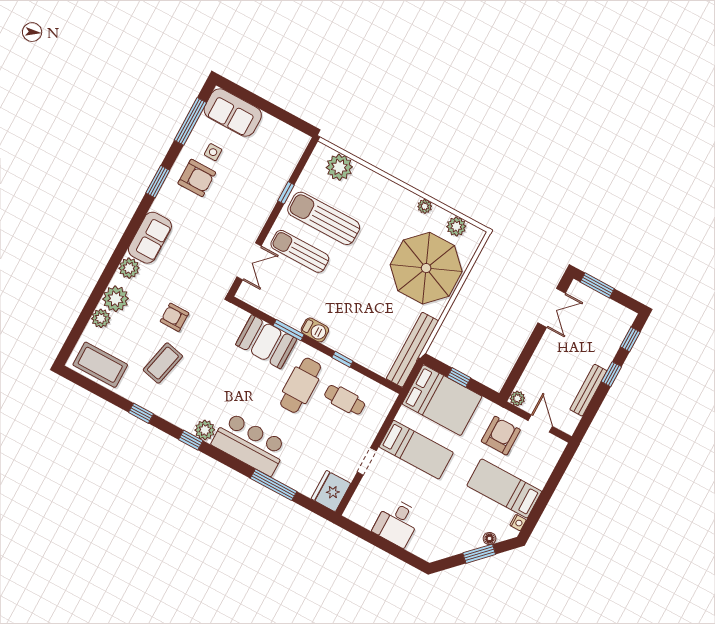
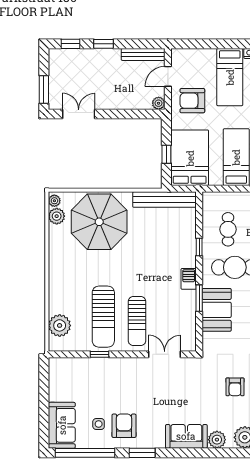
window: (190, 121) -> (85, 453), width x1.46
plant: (425, 206) -> (54, 201), moved
bench: (588, 390) -> (143, 54), moved

